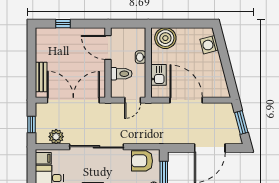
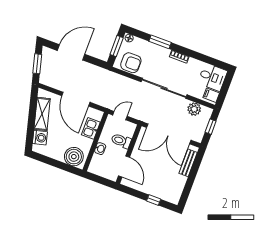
shelving: (216, 71) -> (42, 114), added

